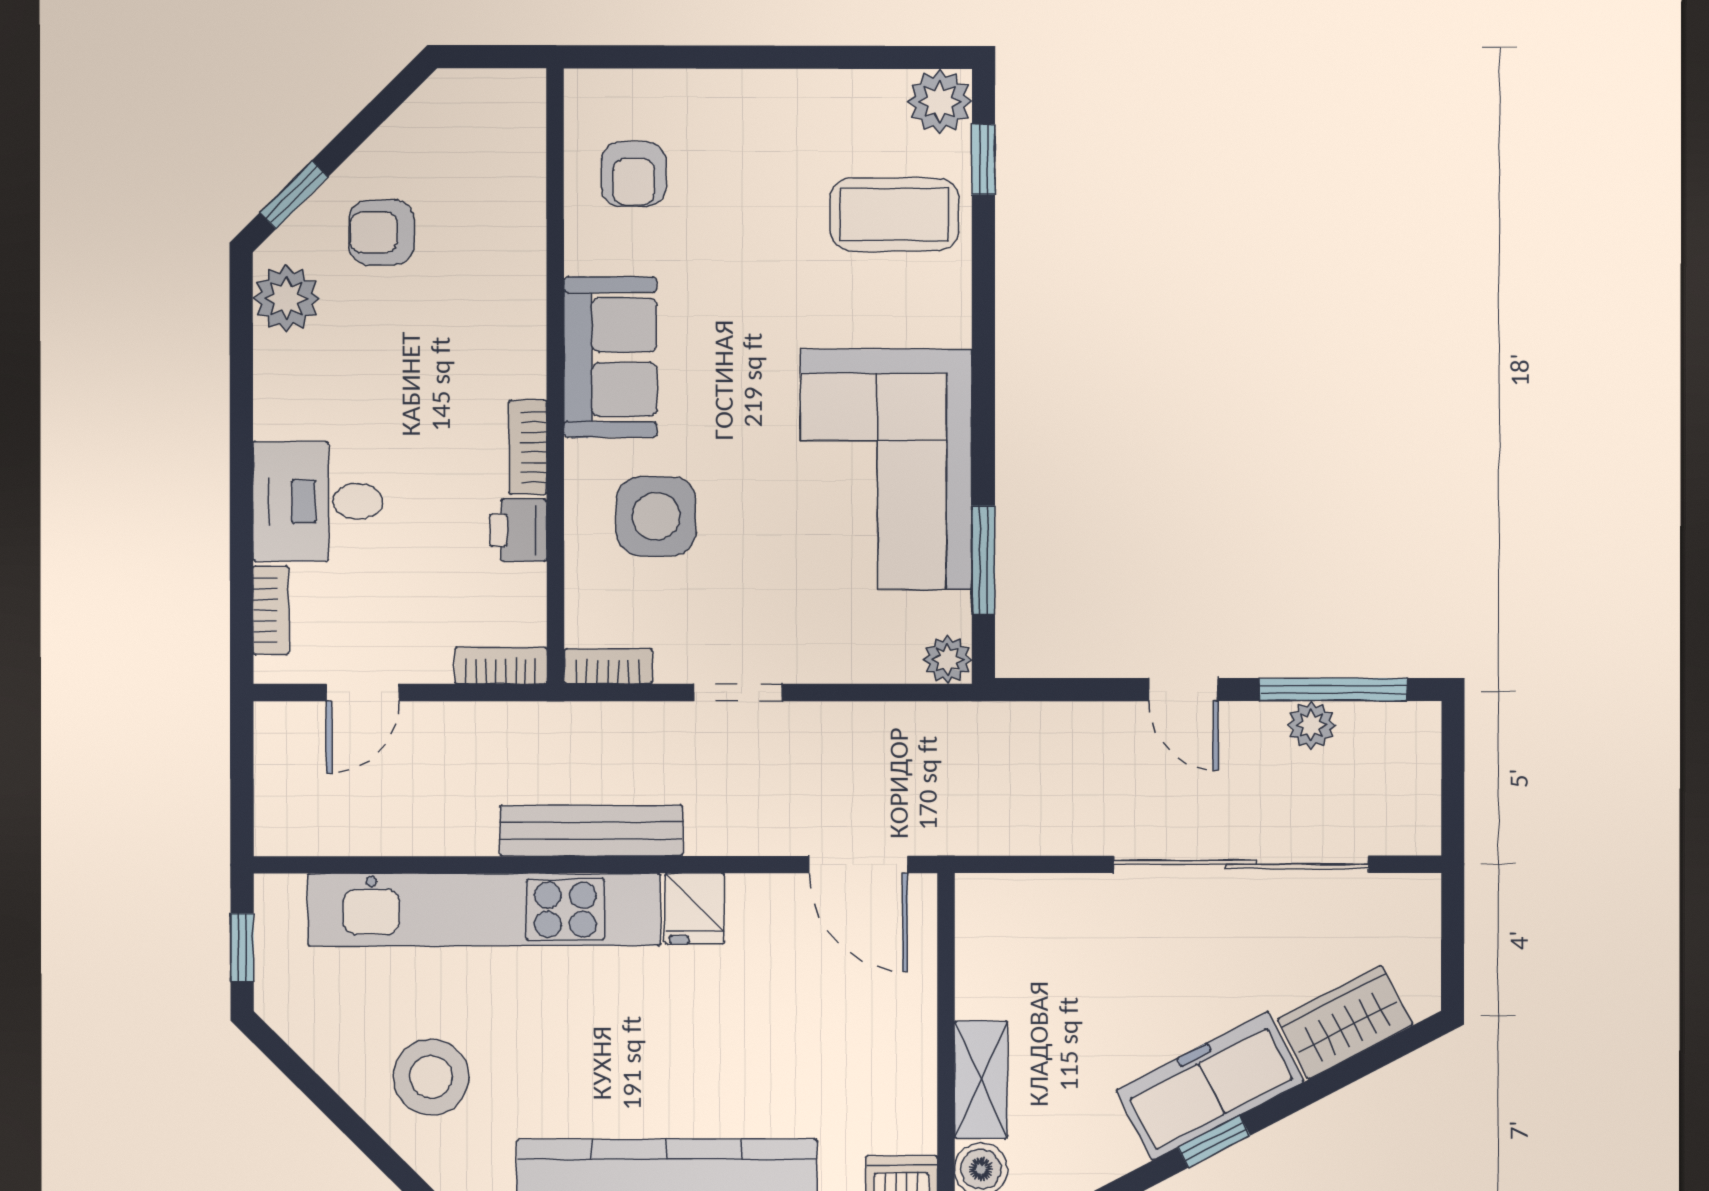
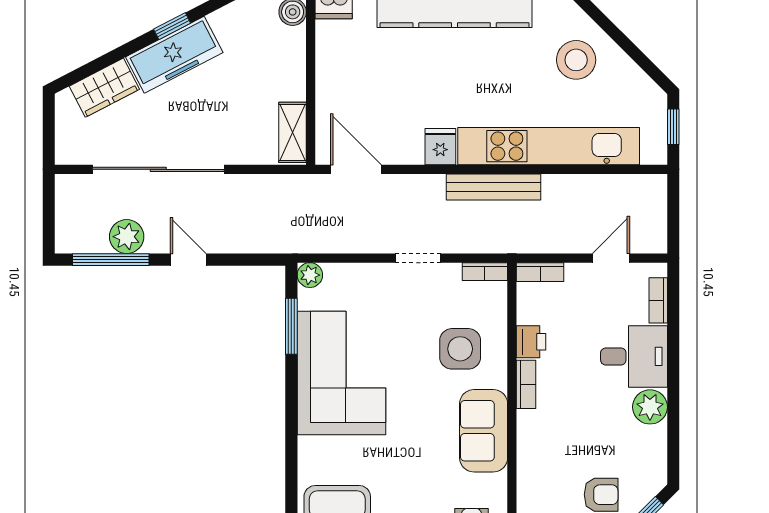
plant: (286, 298) -> (650, 407), moved
plant: (1311, 725) -> (127, 237), width x1.38, depth x1.38
shelving: (981, 1080) -> (293, 132), moved

